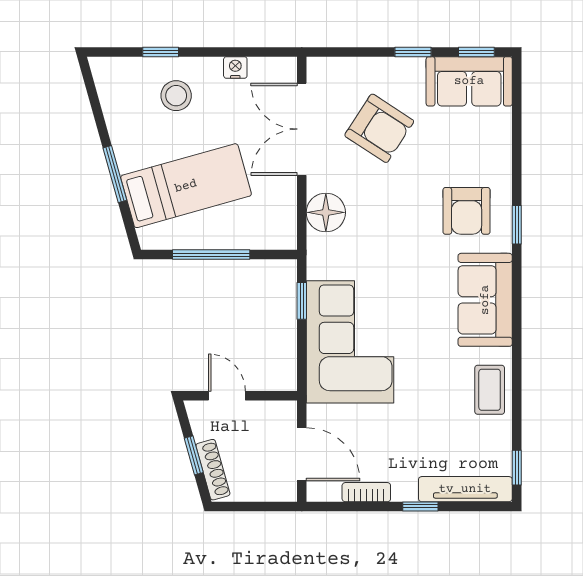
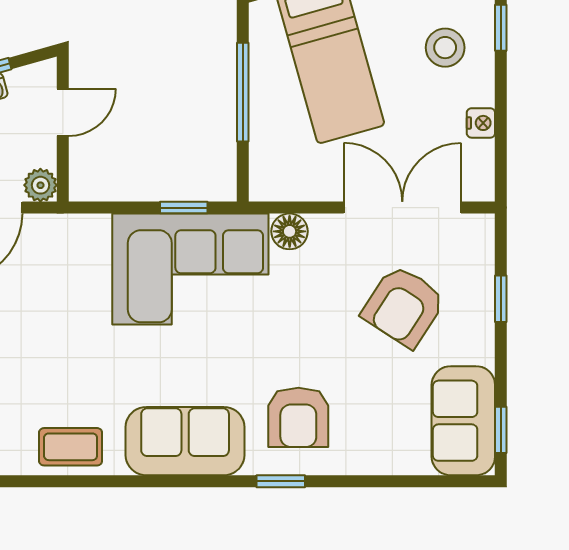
window: (413, 52) -> (501, 299), moved
armchair: (467, 211) -> (298, 417), turned -90
floor lamp: (326, 212) -> (290, 231), width x0.73, depth x0.73
corner sofa: (350, 342) -> (190, 269), moved
plant: (284, 413) -> (40, 185), added

